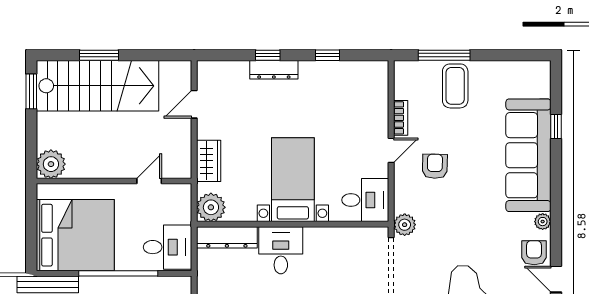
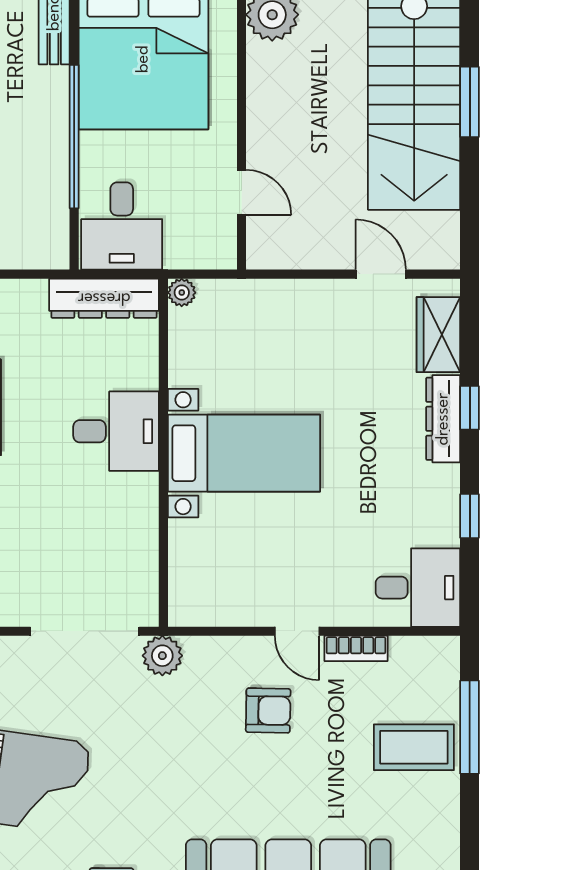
wardrobe: (209, 161) -> (438, 335), moved, turned 90
desk: (365, 200) -> (418, 588), moved, turned -90
plant: (211, 207) -> (182, 293), width x0.53, depth x0.53
dresser: (227, 237) -> (104, 298), moved, turned -90

